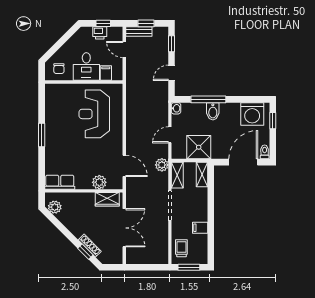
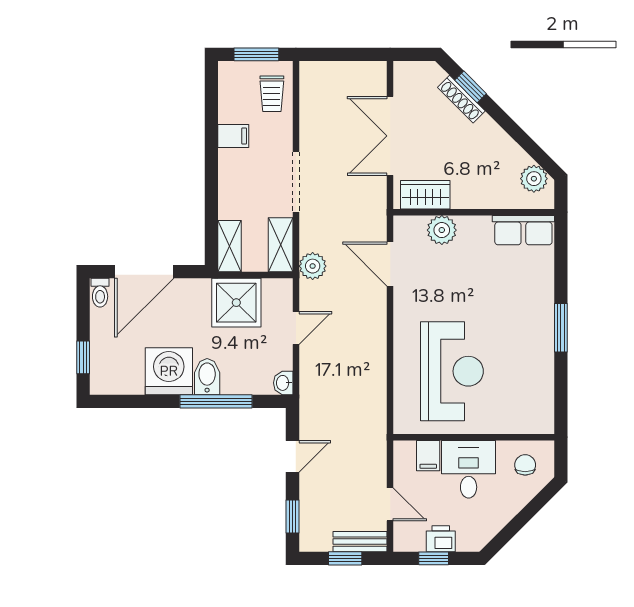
washing machine: (252, 114) -> (169, 371), moved

